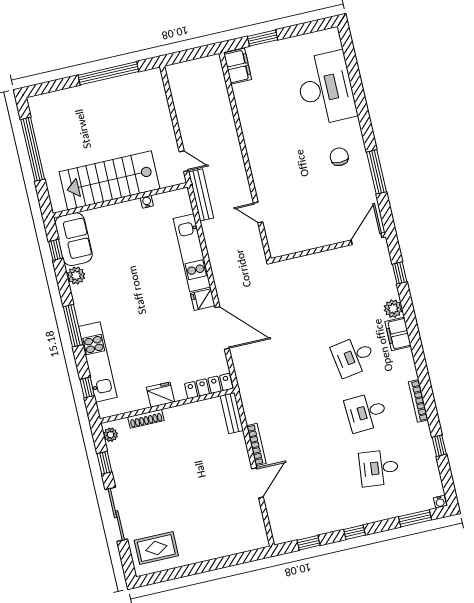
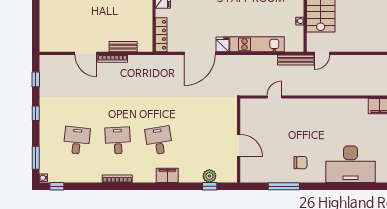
door: (367, 239) -> (239, 145), moved
plant: (393, 309) -> (209, 176), moved
bench: (232, 413) -> (123, 47), moved
window: (439, 446) -> (57, 186), moved

